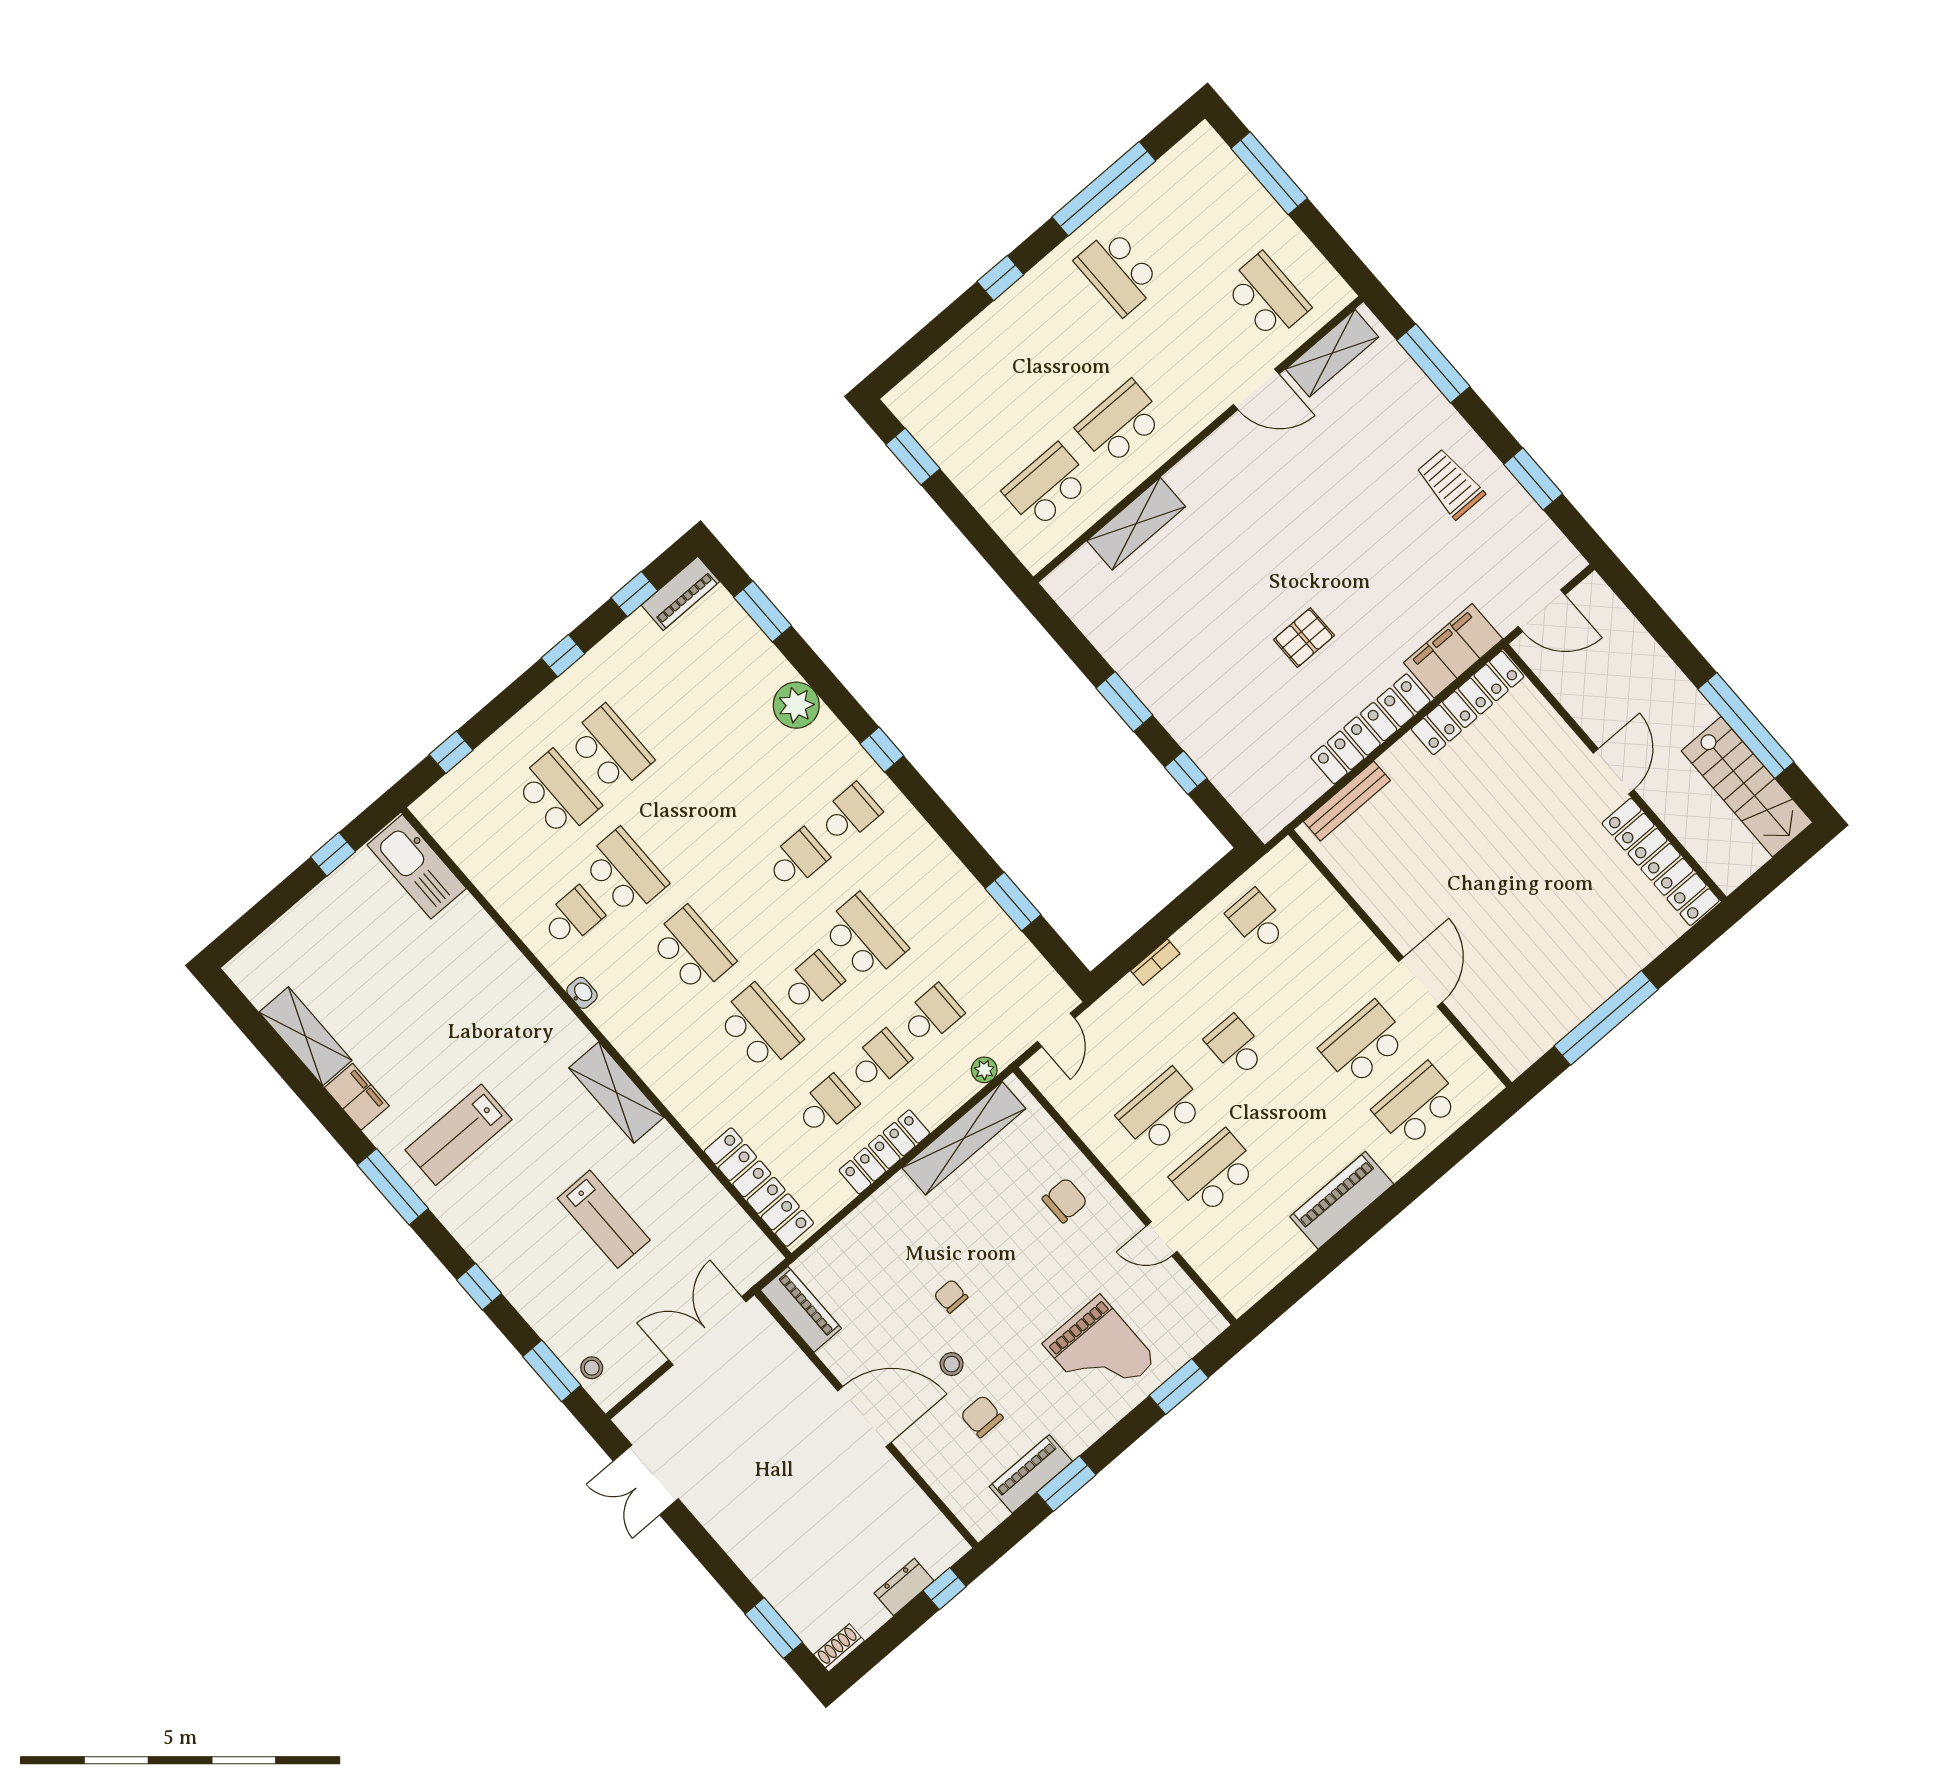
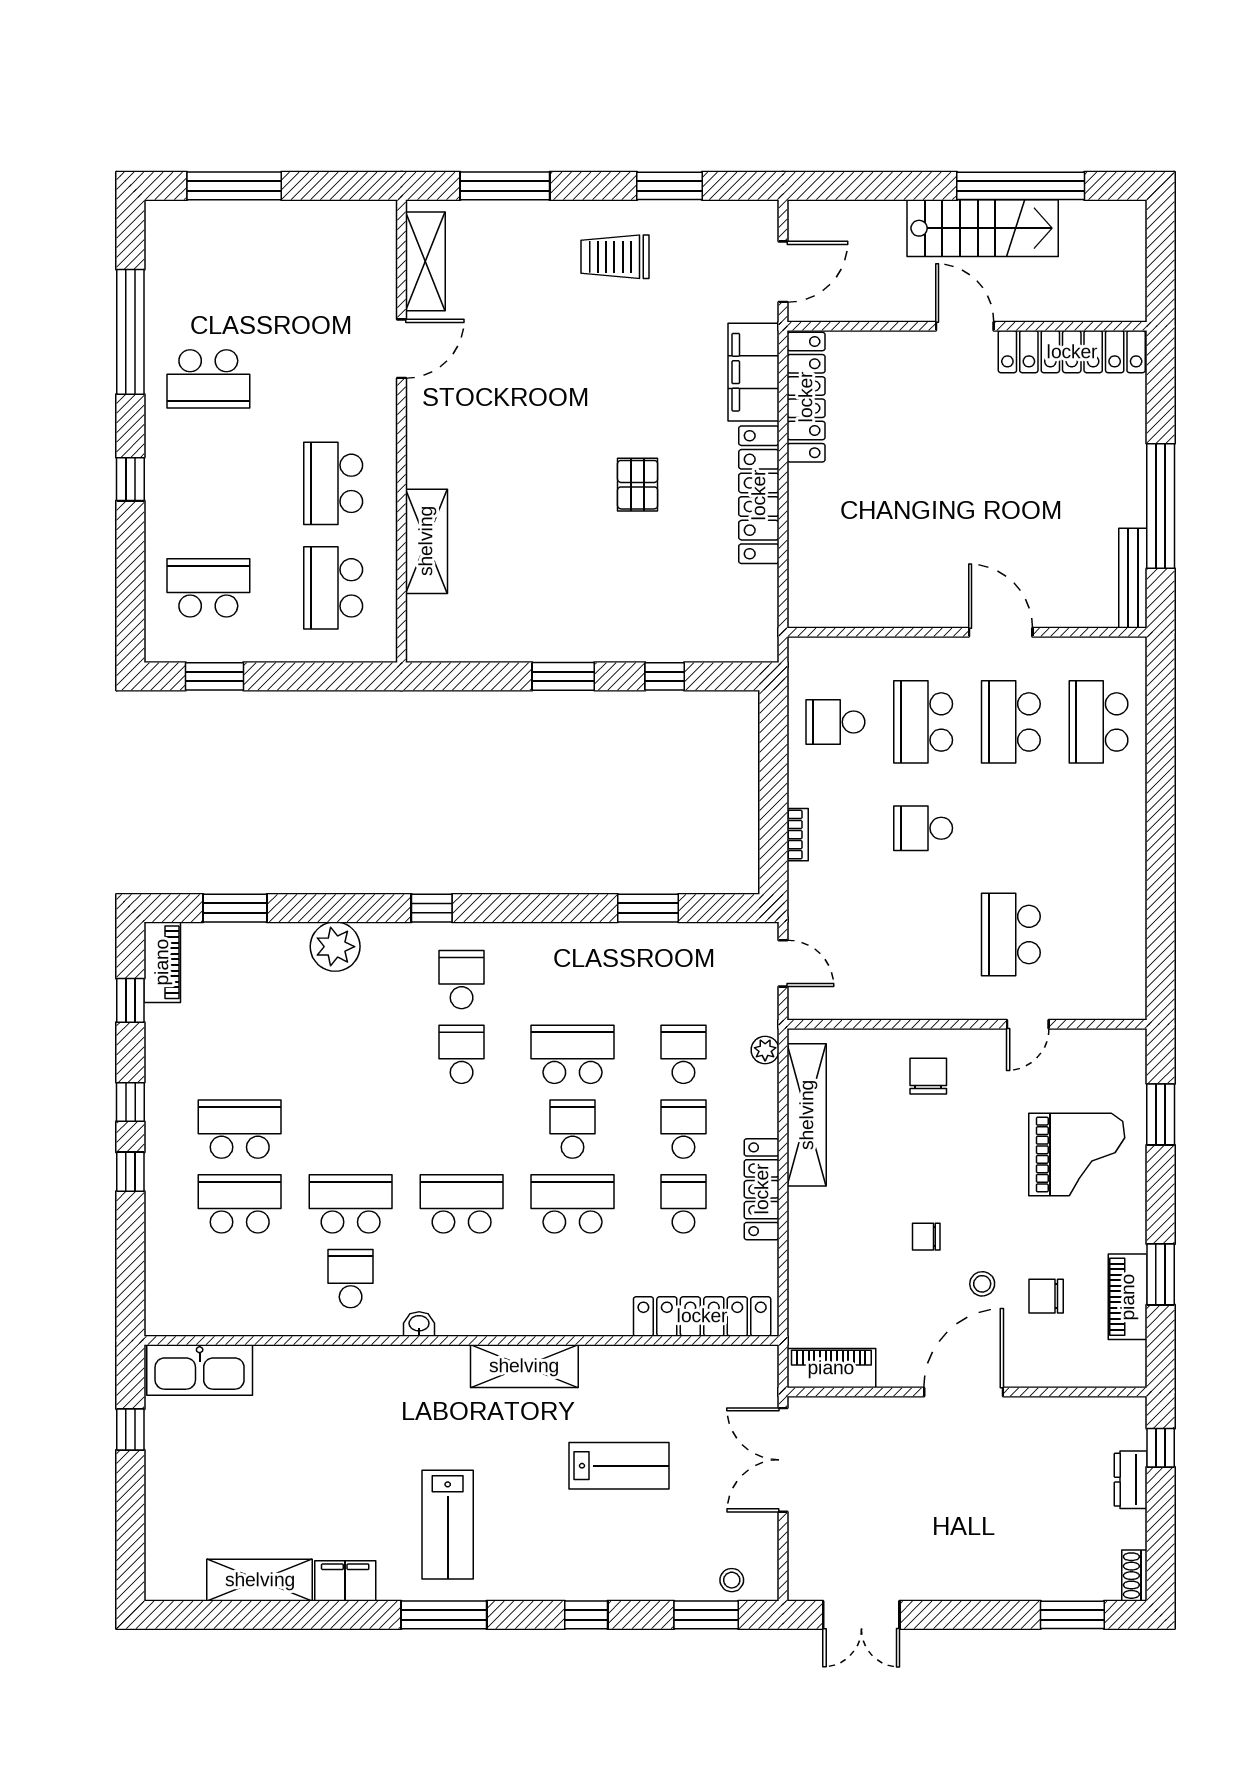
school desk: (1267, 296) -> (208, 588), moved
window: (451, 752) -> (130, 1172), moved
stairs: (1747, 787) -> (983, 228), moved
bench: (1347, 801) -> (1133, 578), moved
school desk: (1161, 1111) -> (923, 722), moved
piano: (1342, 1200) -> (1123, 850), removed

